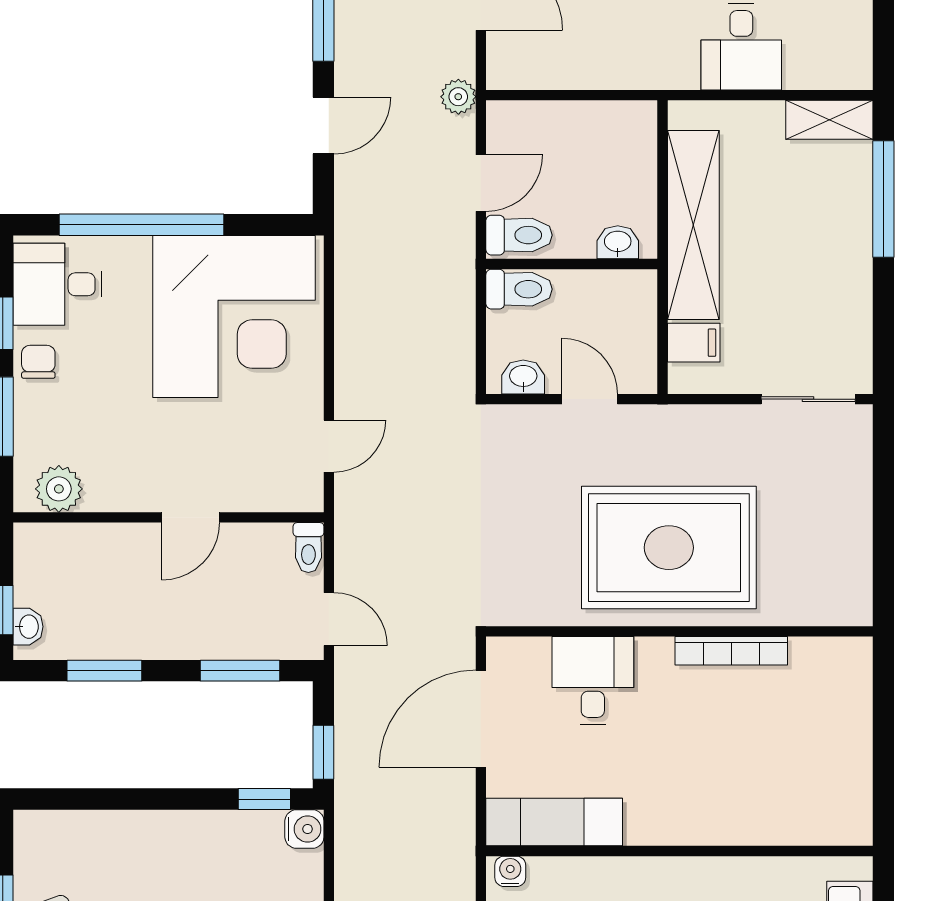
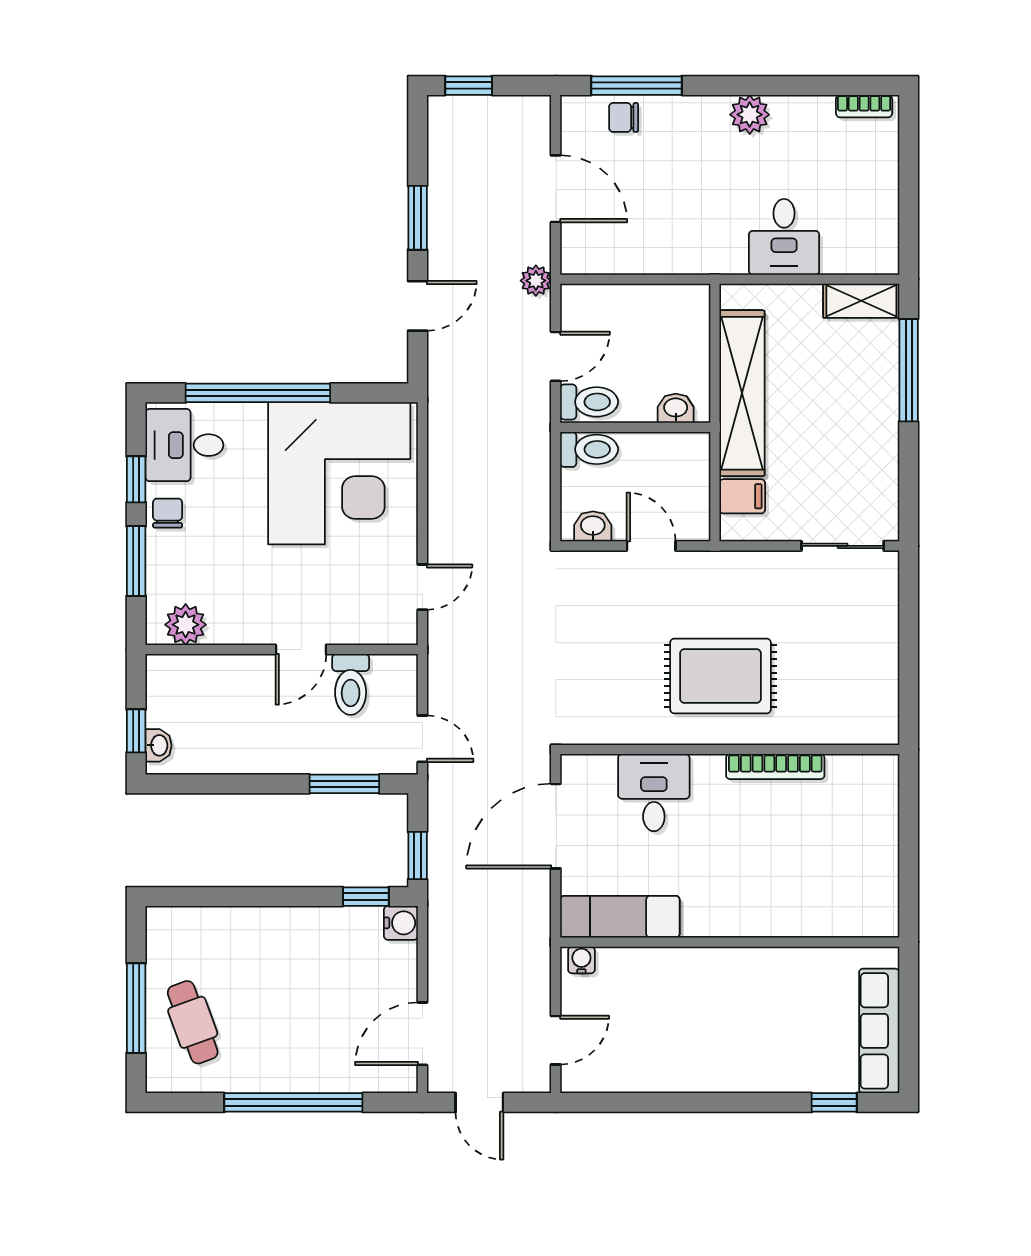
toilet: (308, 548) -> (351, 684), moved, width x1.37, depth x1.39
rug: (669, 548) -> (721, 676), width x0.73, depth x0.69
window: (104, 671) -> (225, 784), removed

